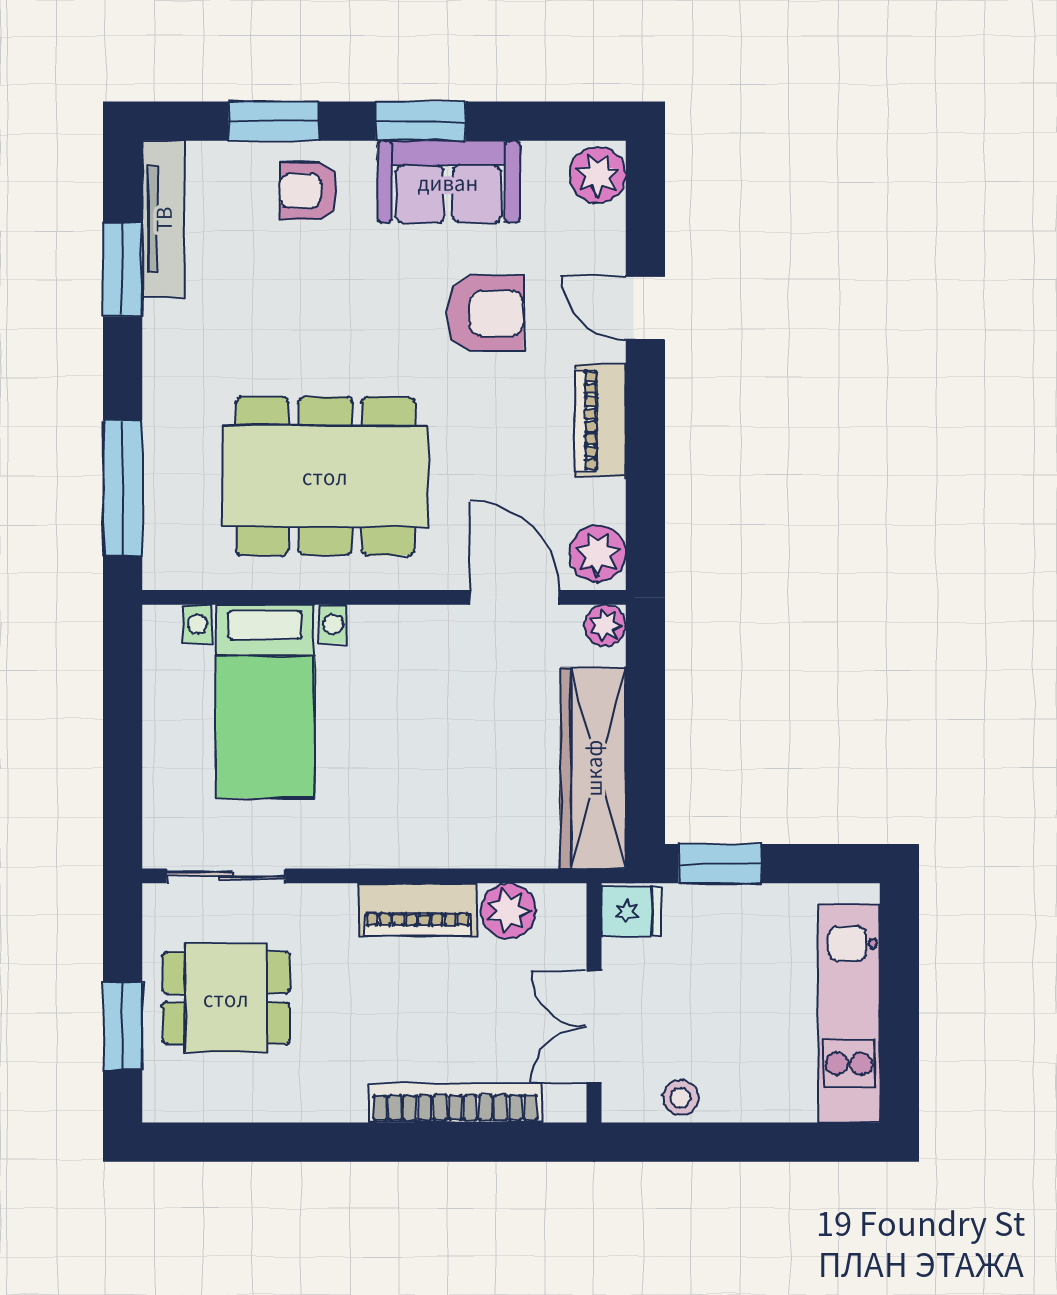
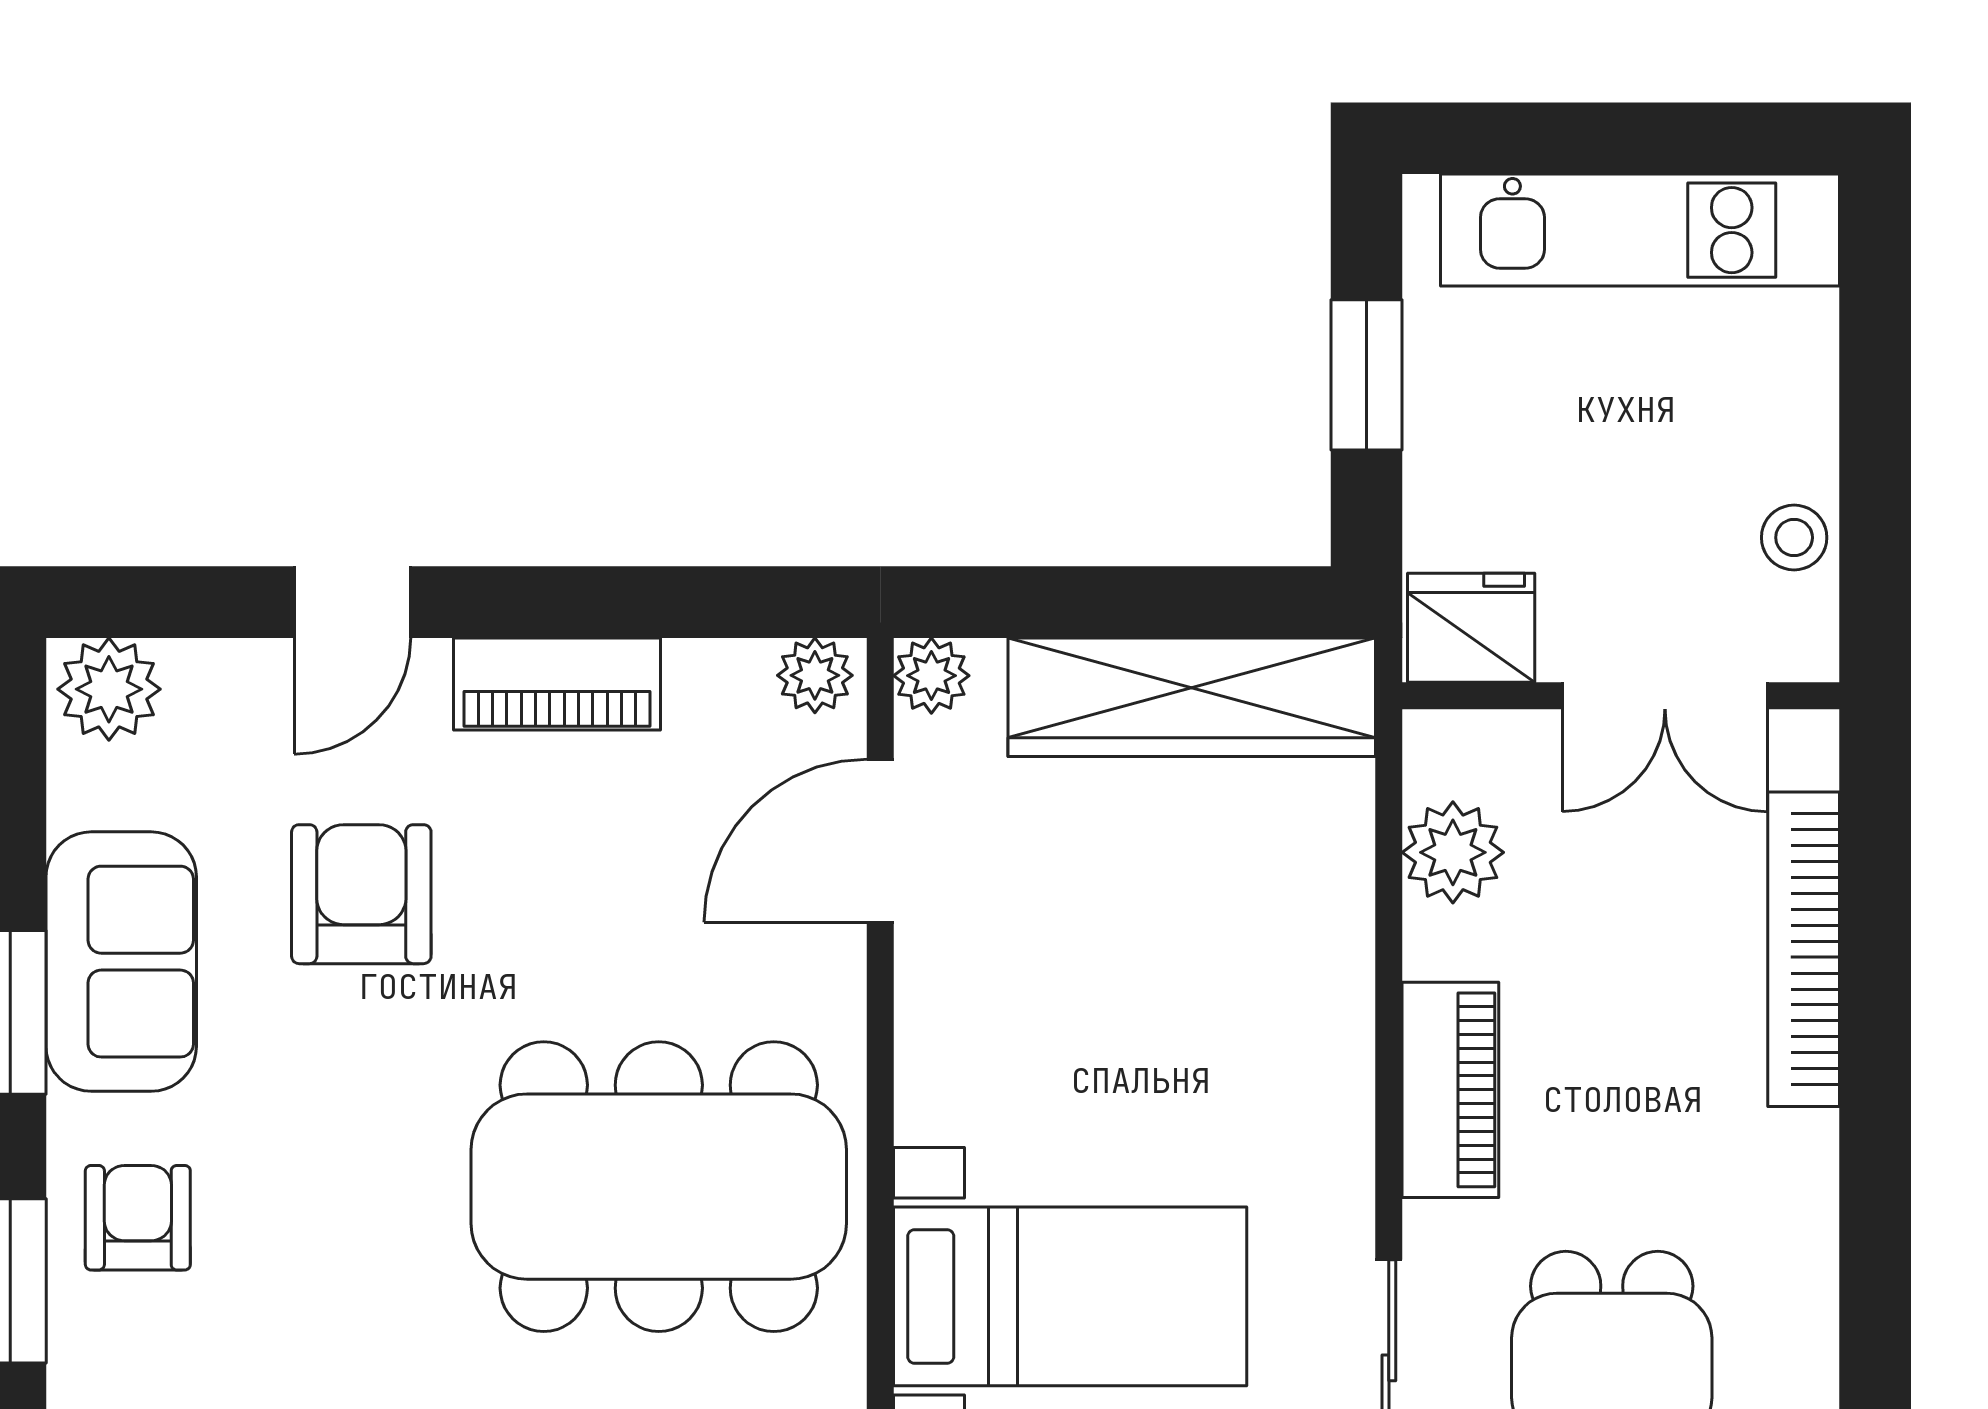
armchair: (308, 191) -> (138, 1218), turned 180
dining table: (325, 476) -> (659, 1187), turned 90
plant: (598, 554) -> (815, 675), width x0.73, depth x0.73
window: (720, 864) -> (1367, 375), moved
piano: (418, 910) -> (1450, 1090), moved
fridge: (631, 911) -> (1471, 628), width x1.38

